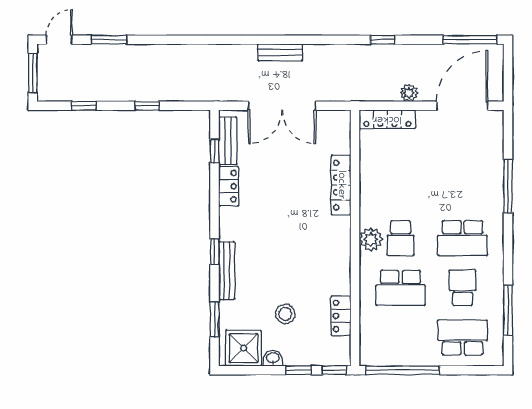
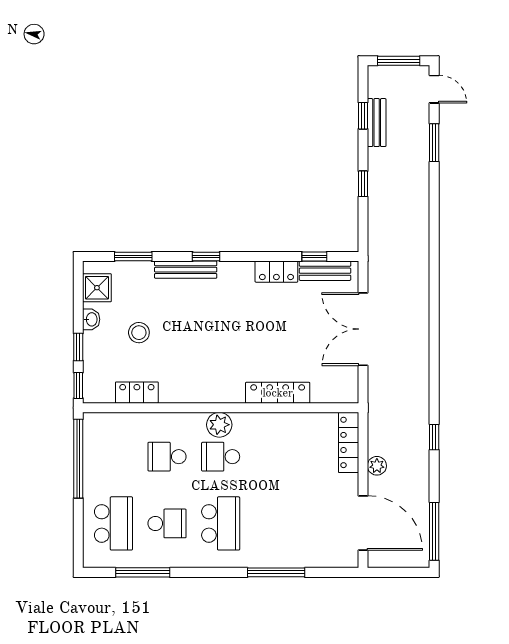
bench: (280, 52) -> (377, 123), moved
school desk: (463, 238) -> (221, 523), turned 180
school desk: (401, 288) -> (167, 457), width x0.54
shower: (244, 348) -> (97, 288), width x0.73, depth x0.73

